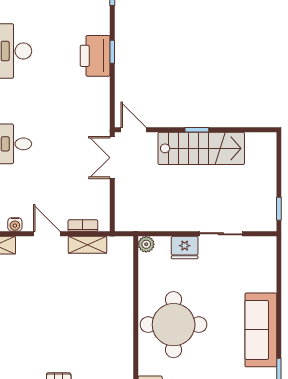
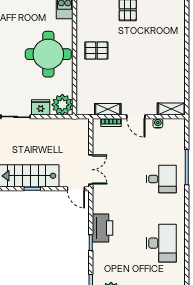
printer: (95, 56) -> (103, 228), moved
plant: (146, 244) -> (62, 105), width x1.88, depth x1.88
pallet: (104, 330) -> (96, 51), added

